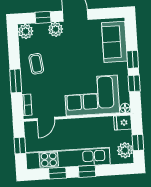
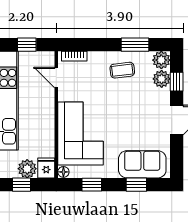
plant: (56, 29) -> (162, 79), moved
window: (133, 59) -> (136, 185), moved
window: (16, 81) -> (135, 45), moved
plant: (125, 150) -> (27, 169), moved

